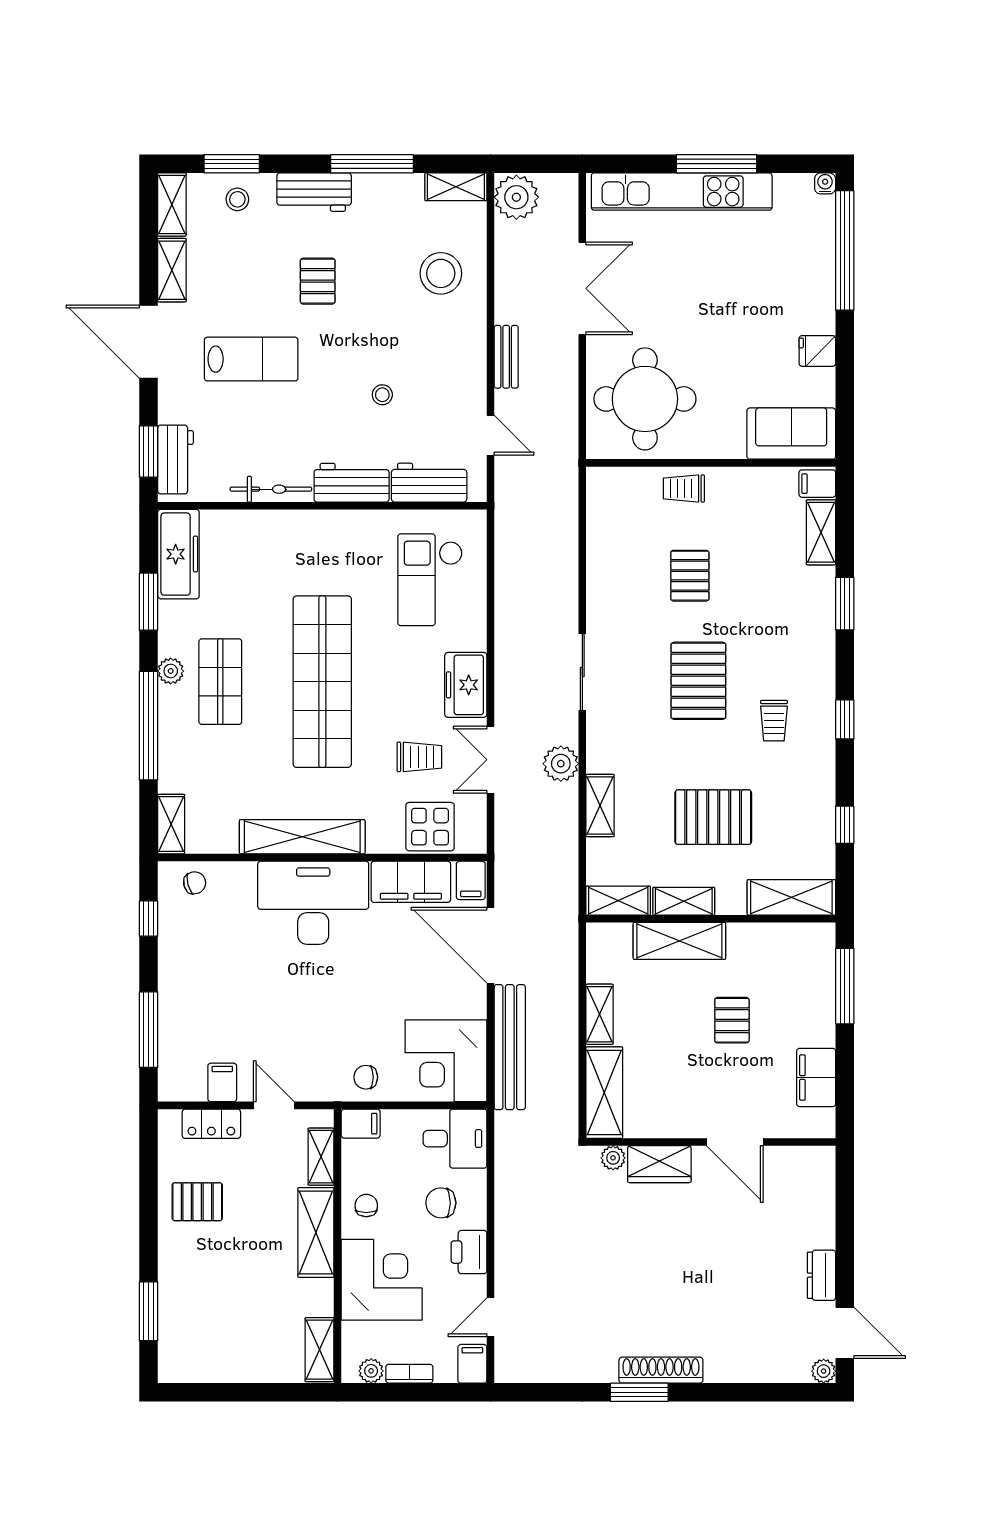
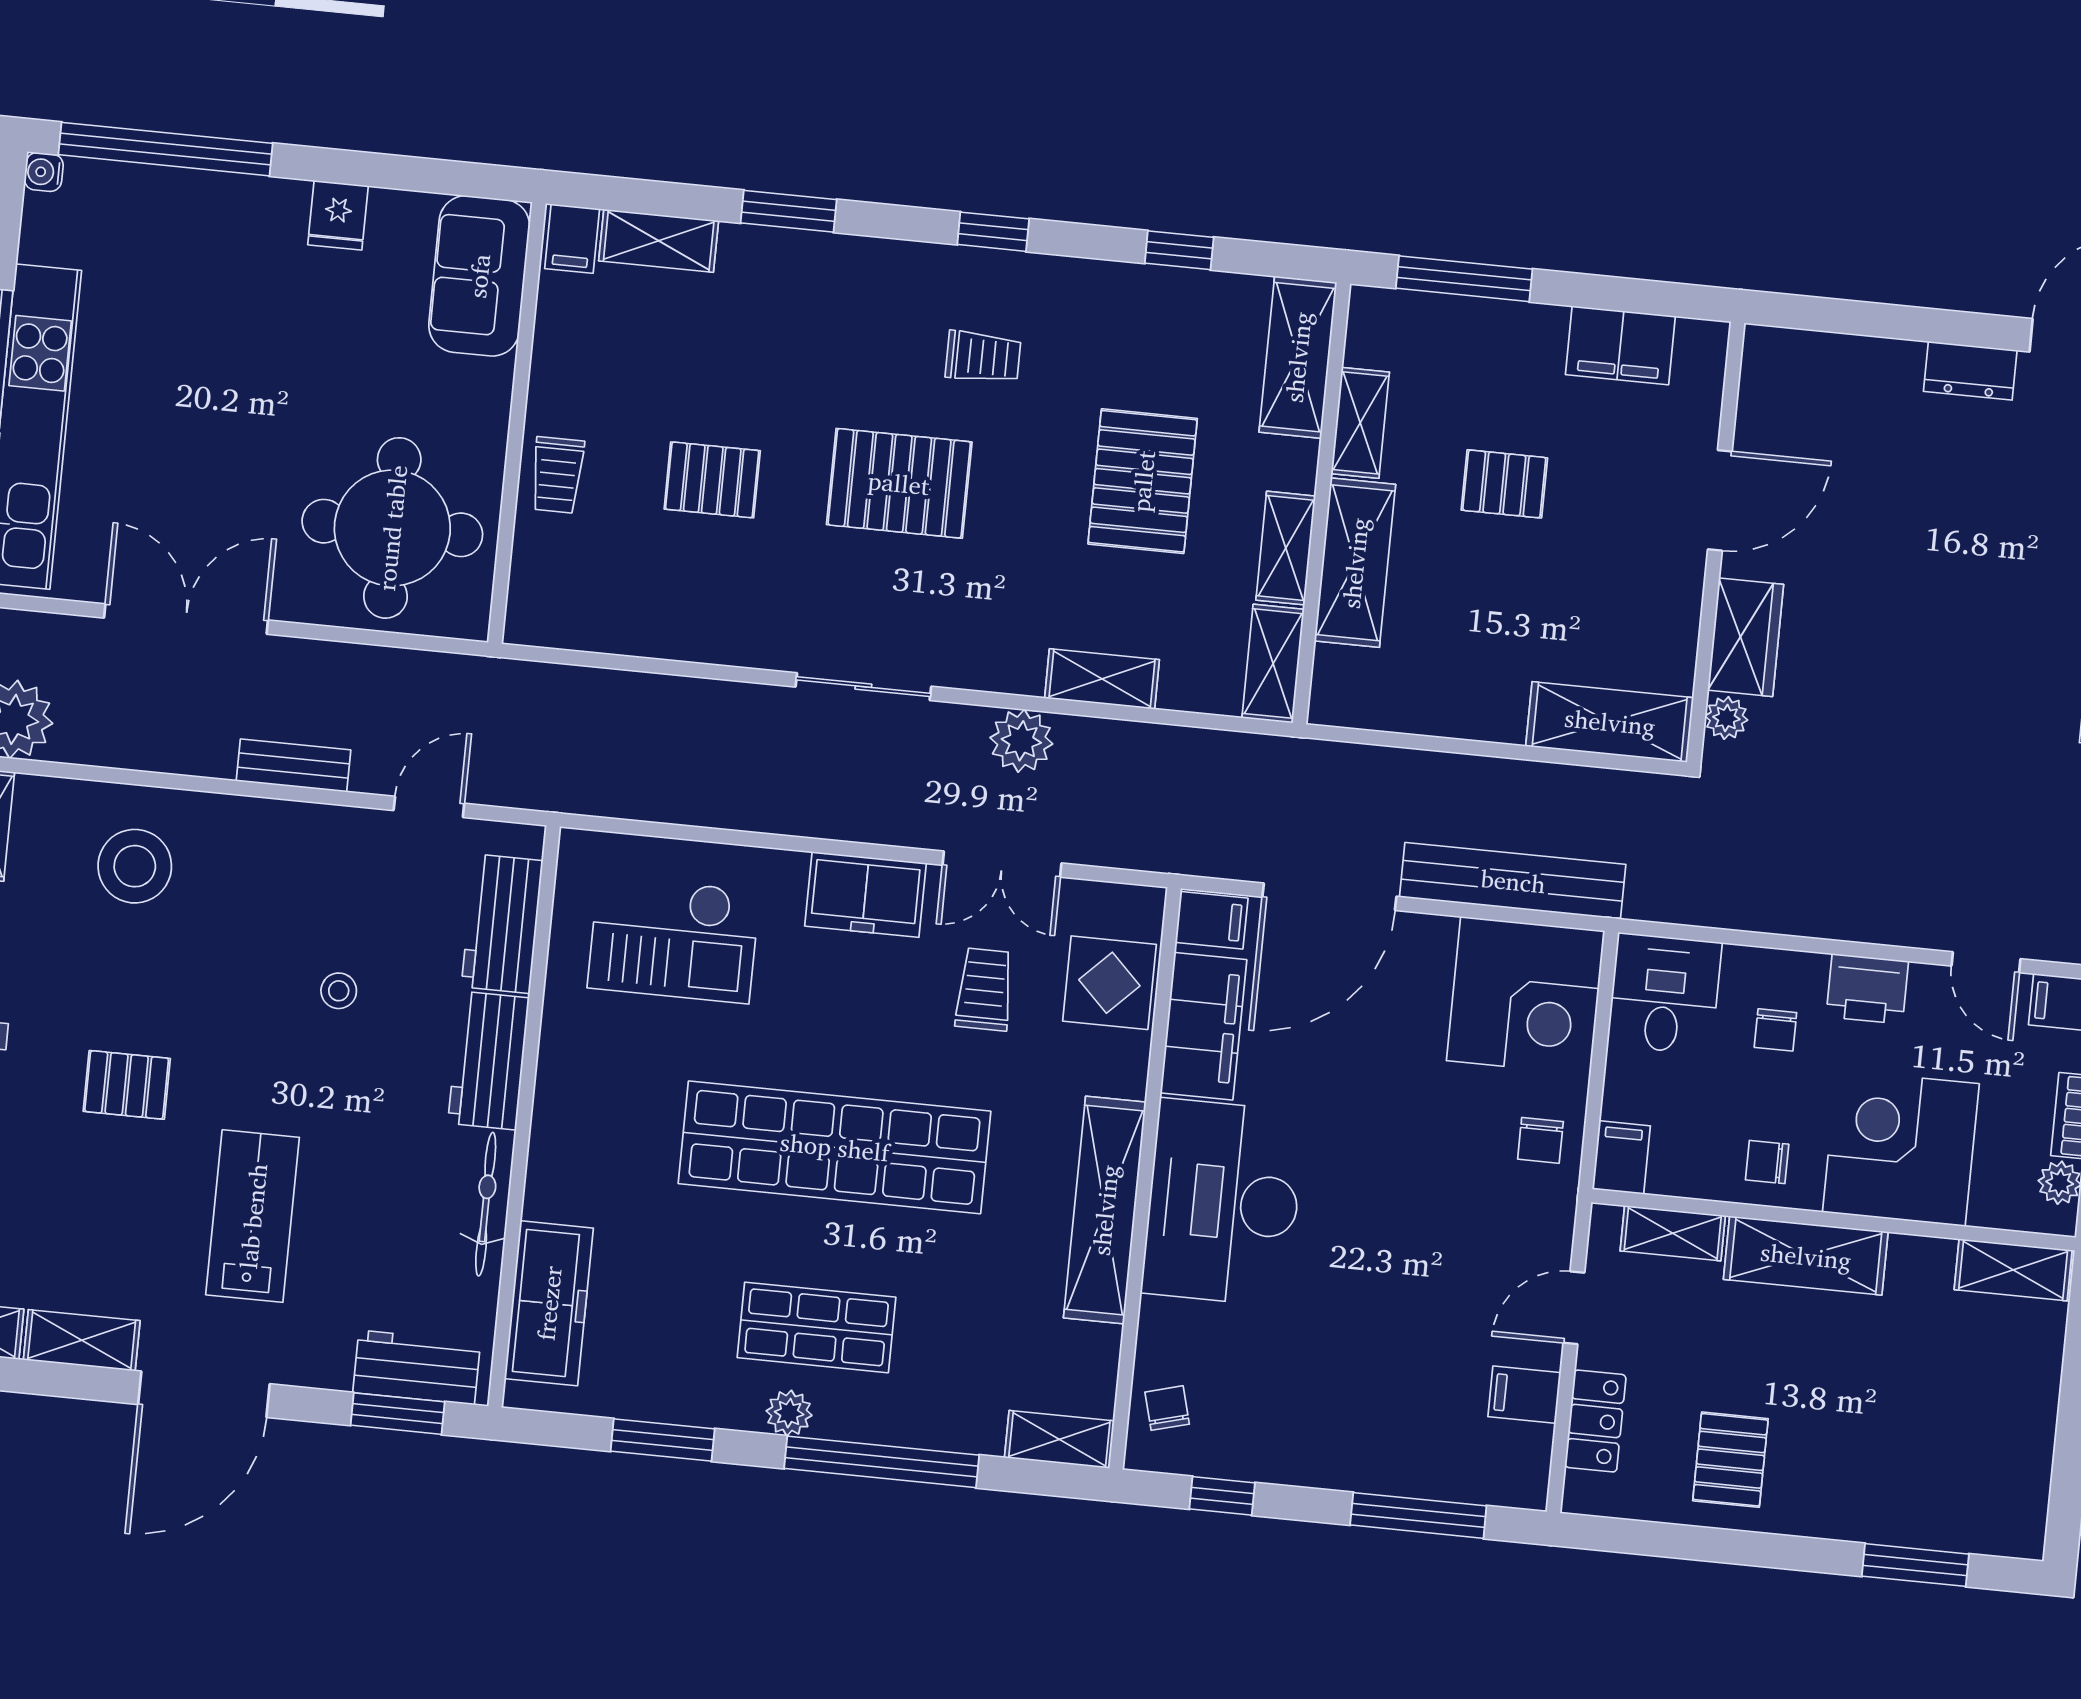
freezer: (178, 554) -> (549, 1303), moved, turned 90
shelving: (600, 1014) -> (1360, 423), moved, turned 90
chair: (441, 1203) -> (1775, 1030), width x0.73, depth x0.73

